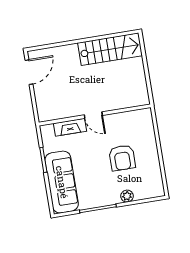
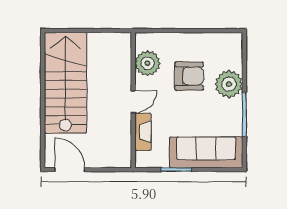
stairs: (110, 49) -> (65, 83), width x1.36, depth x1.51
plant: (127, 122) -> (147, 63), added
plant: (127, 196) -> (229, 84), width x1.87, depth x1.87

